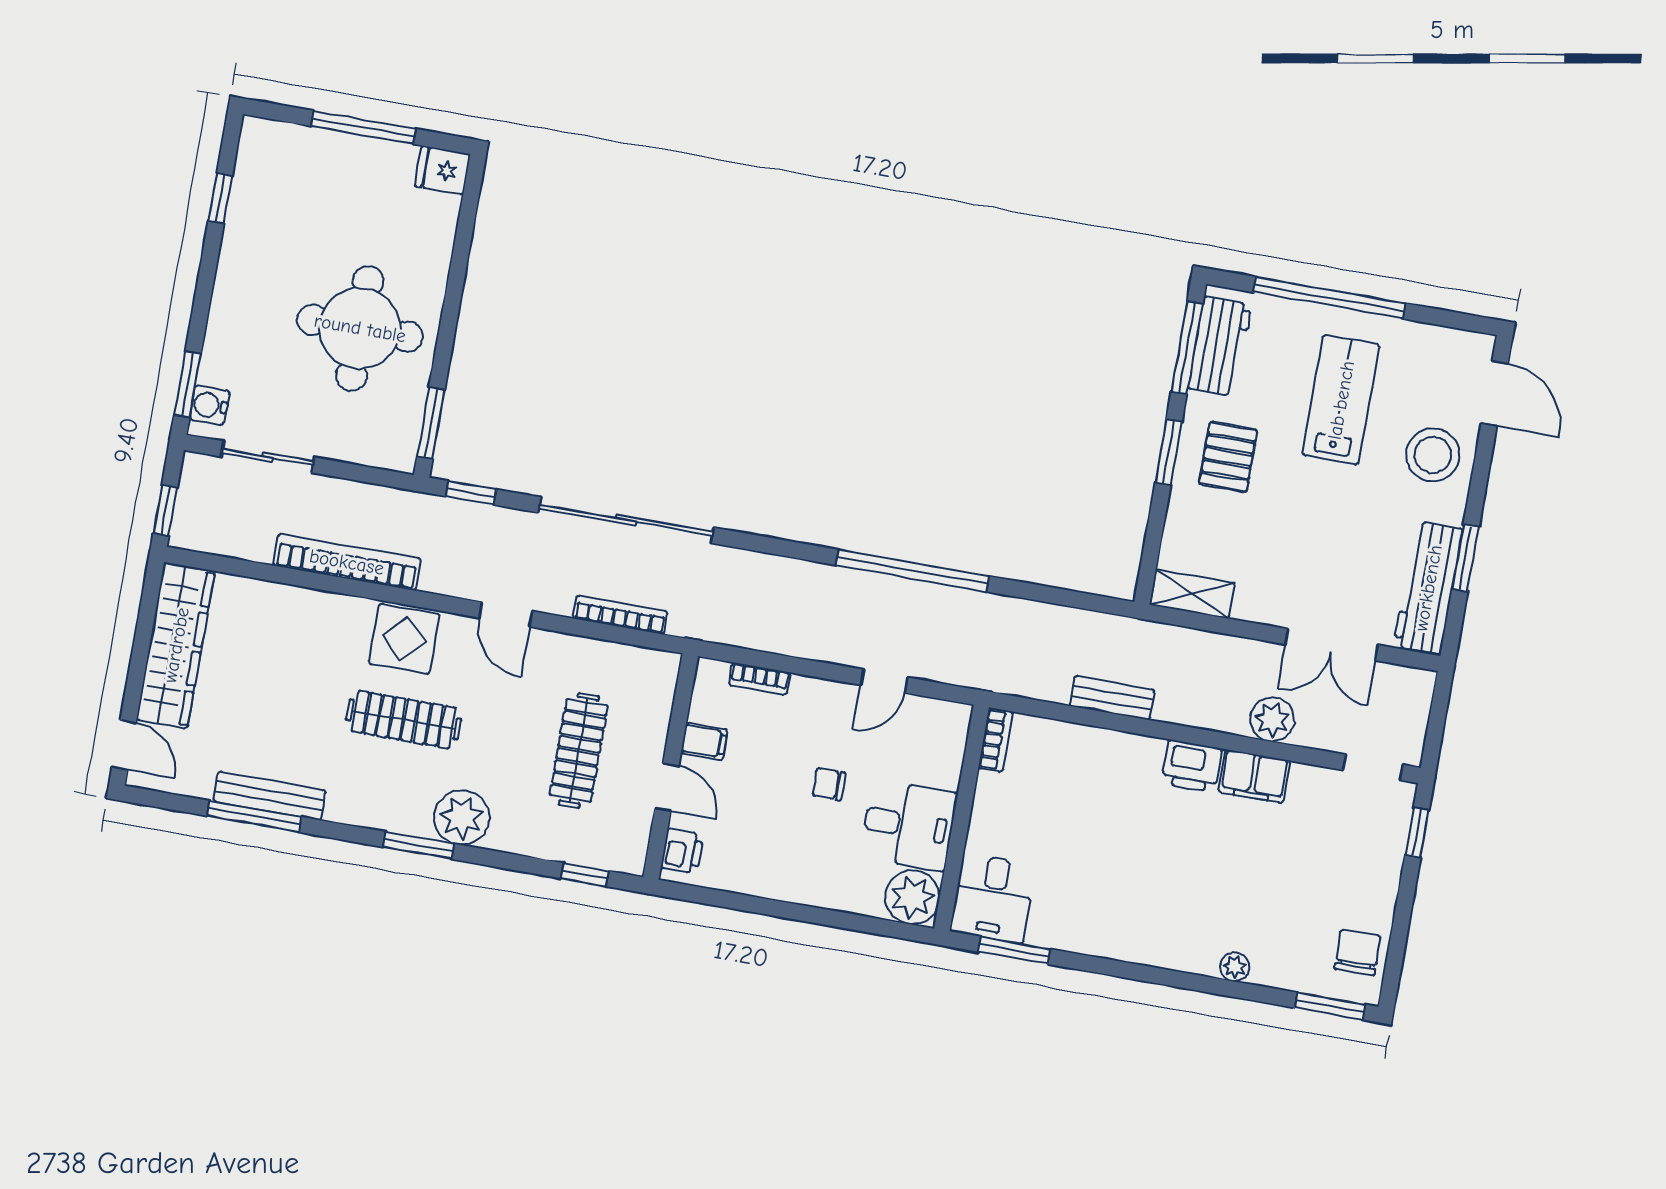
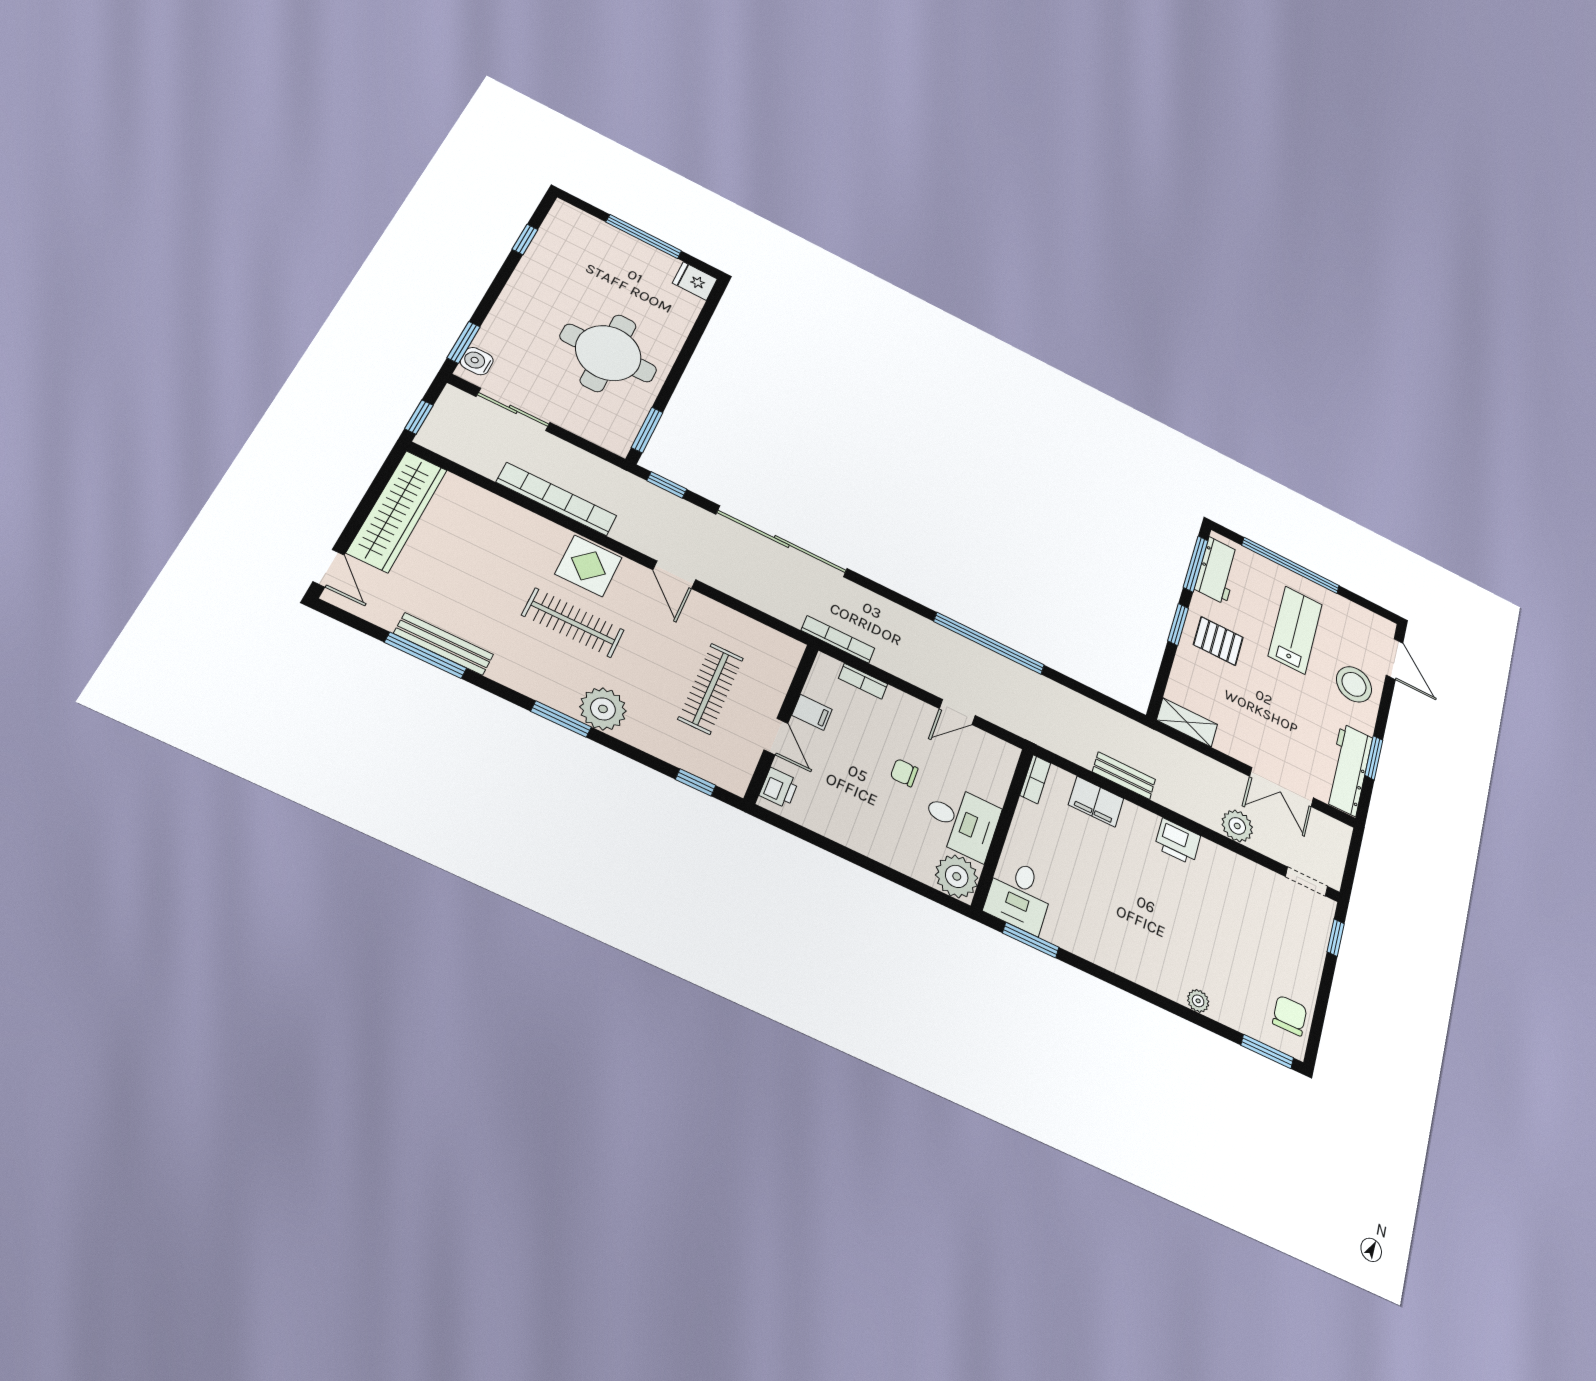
pallet: (1228, 457) -> (1218, 641), turned 90
bookcase: (620, 615) -> (838, 639), moved
filing cabinet: (1254, 776) -> (1096, 802), moved

